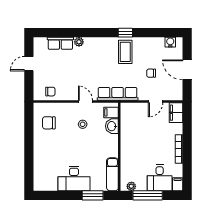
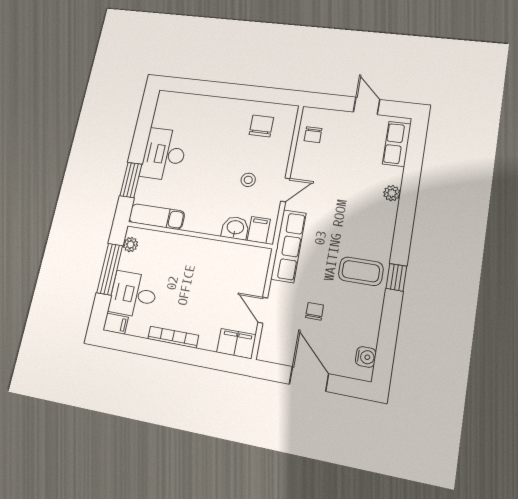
row of seats: (60, 43) -> (397, 144), moved
door: (187, 70) -> (309, 379), hinge flipped

